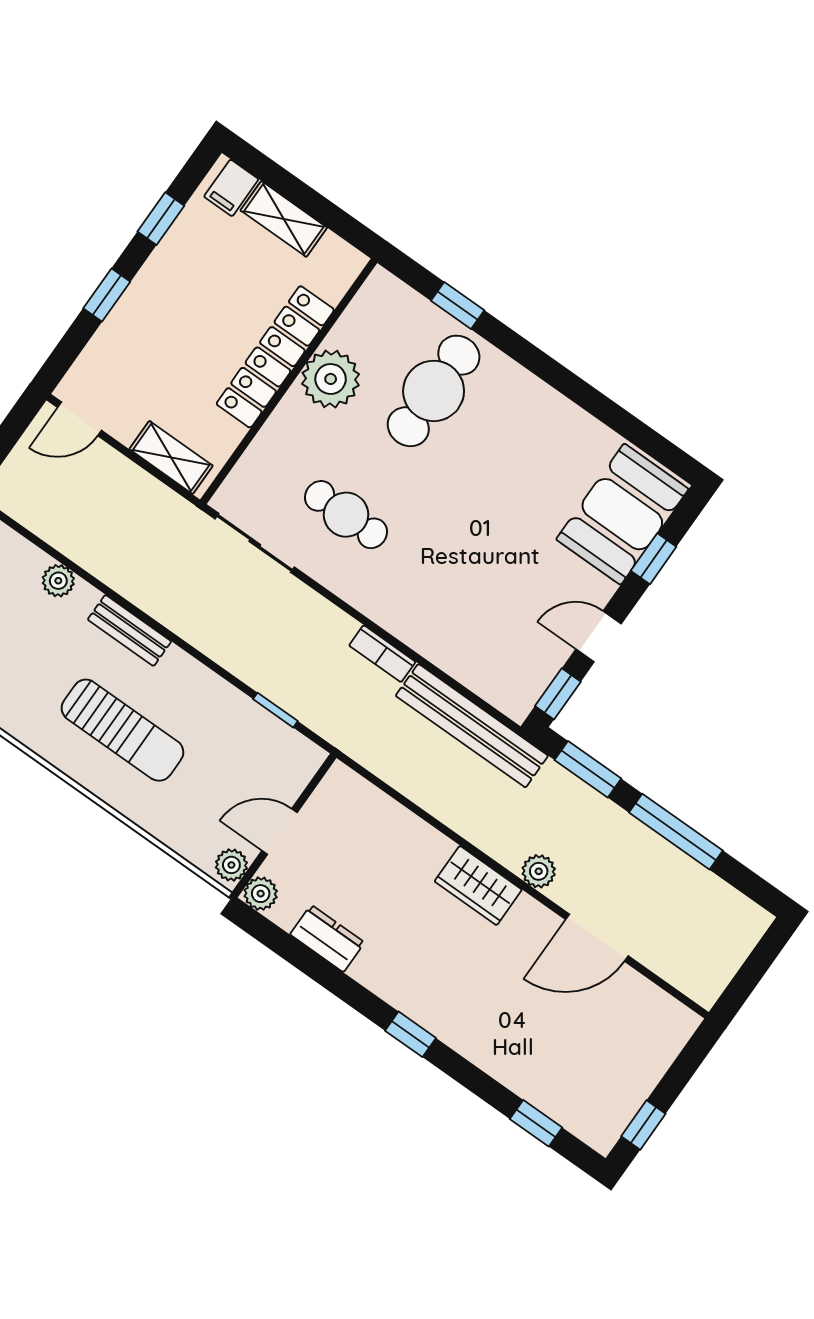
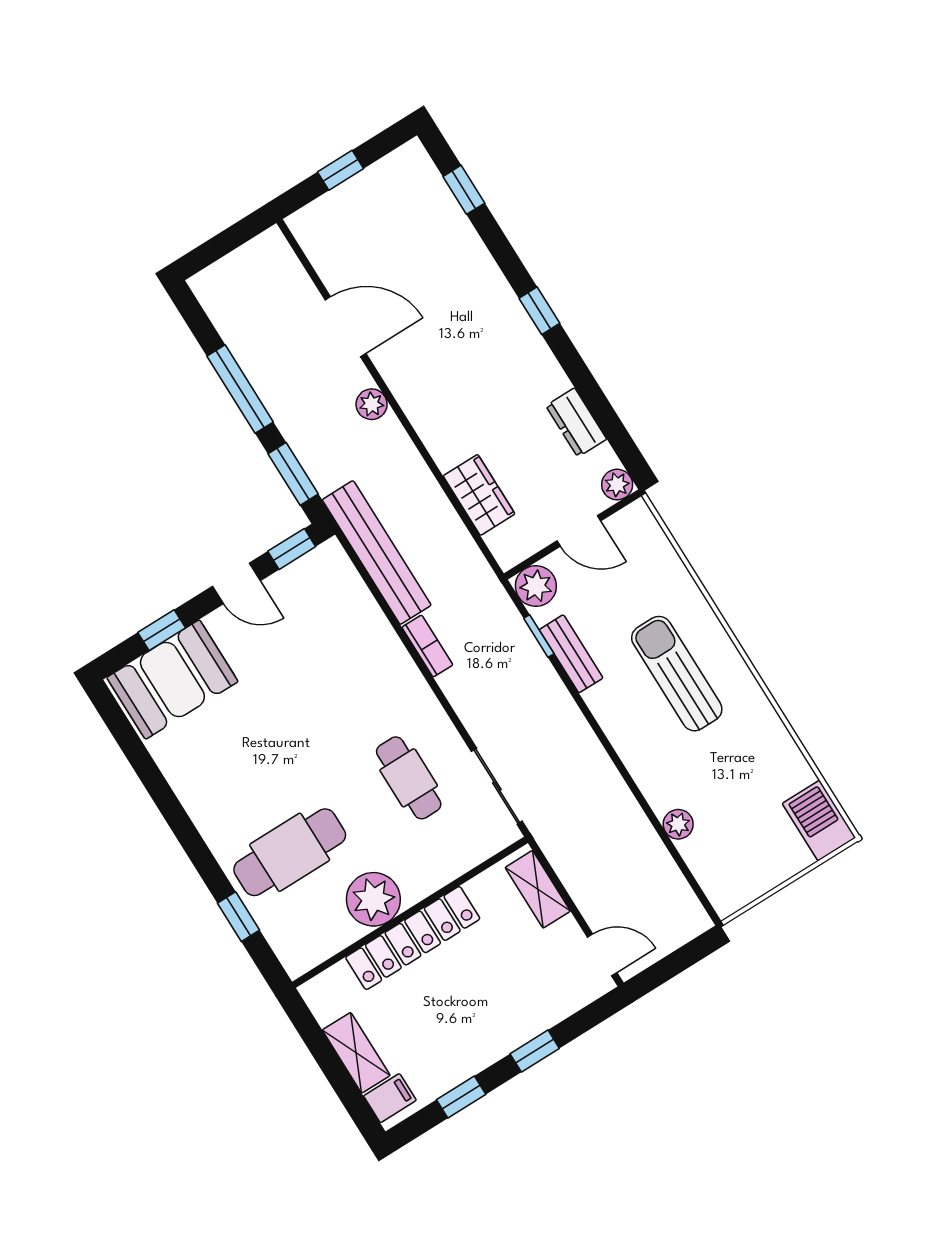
bench: (129, 630) -> (571, 654), moved
plant: (231, 865) -> (536, 586), moved, width x1.38, depth x1.38
wardrobe: (478, 886) -> (479, 495), moved
window: (643, 1125) -> (340, 170), moved

